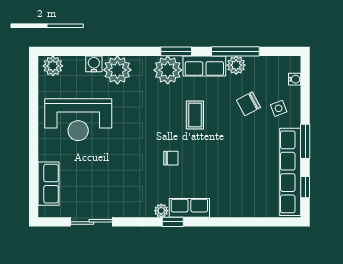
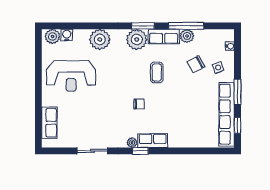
water cooler: (94, 64) -> (67, 35), moved
sliding door: (91, 222) -> (92, 151), moved

